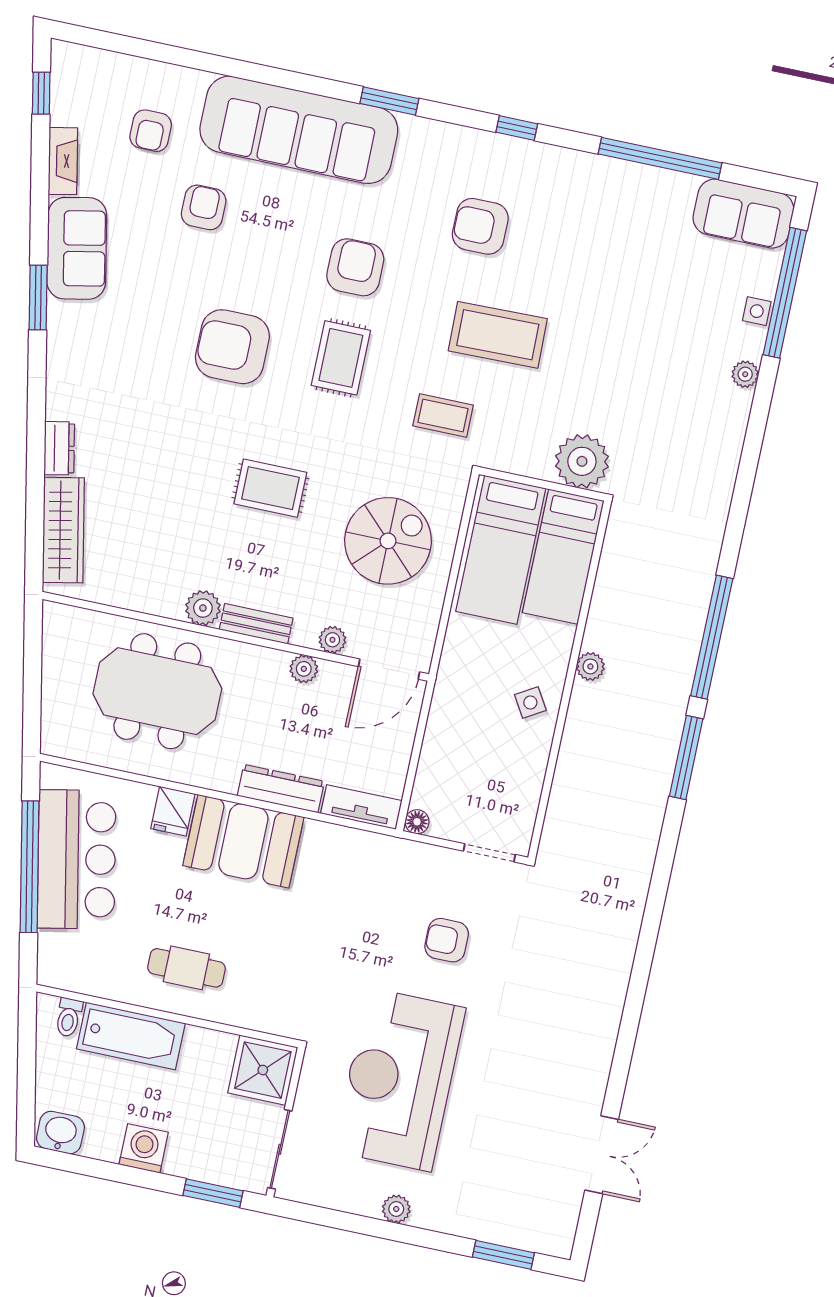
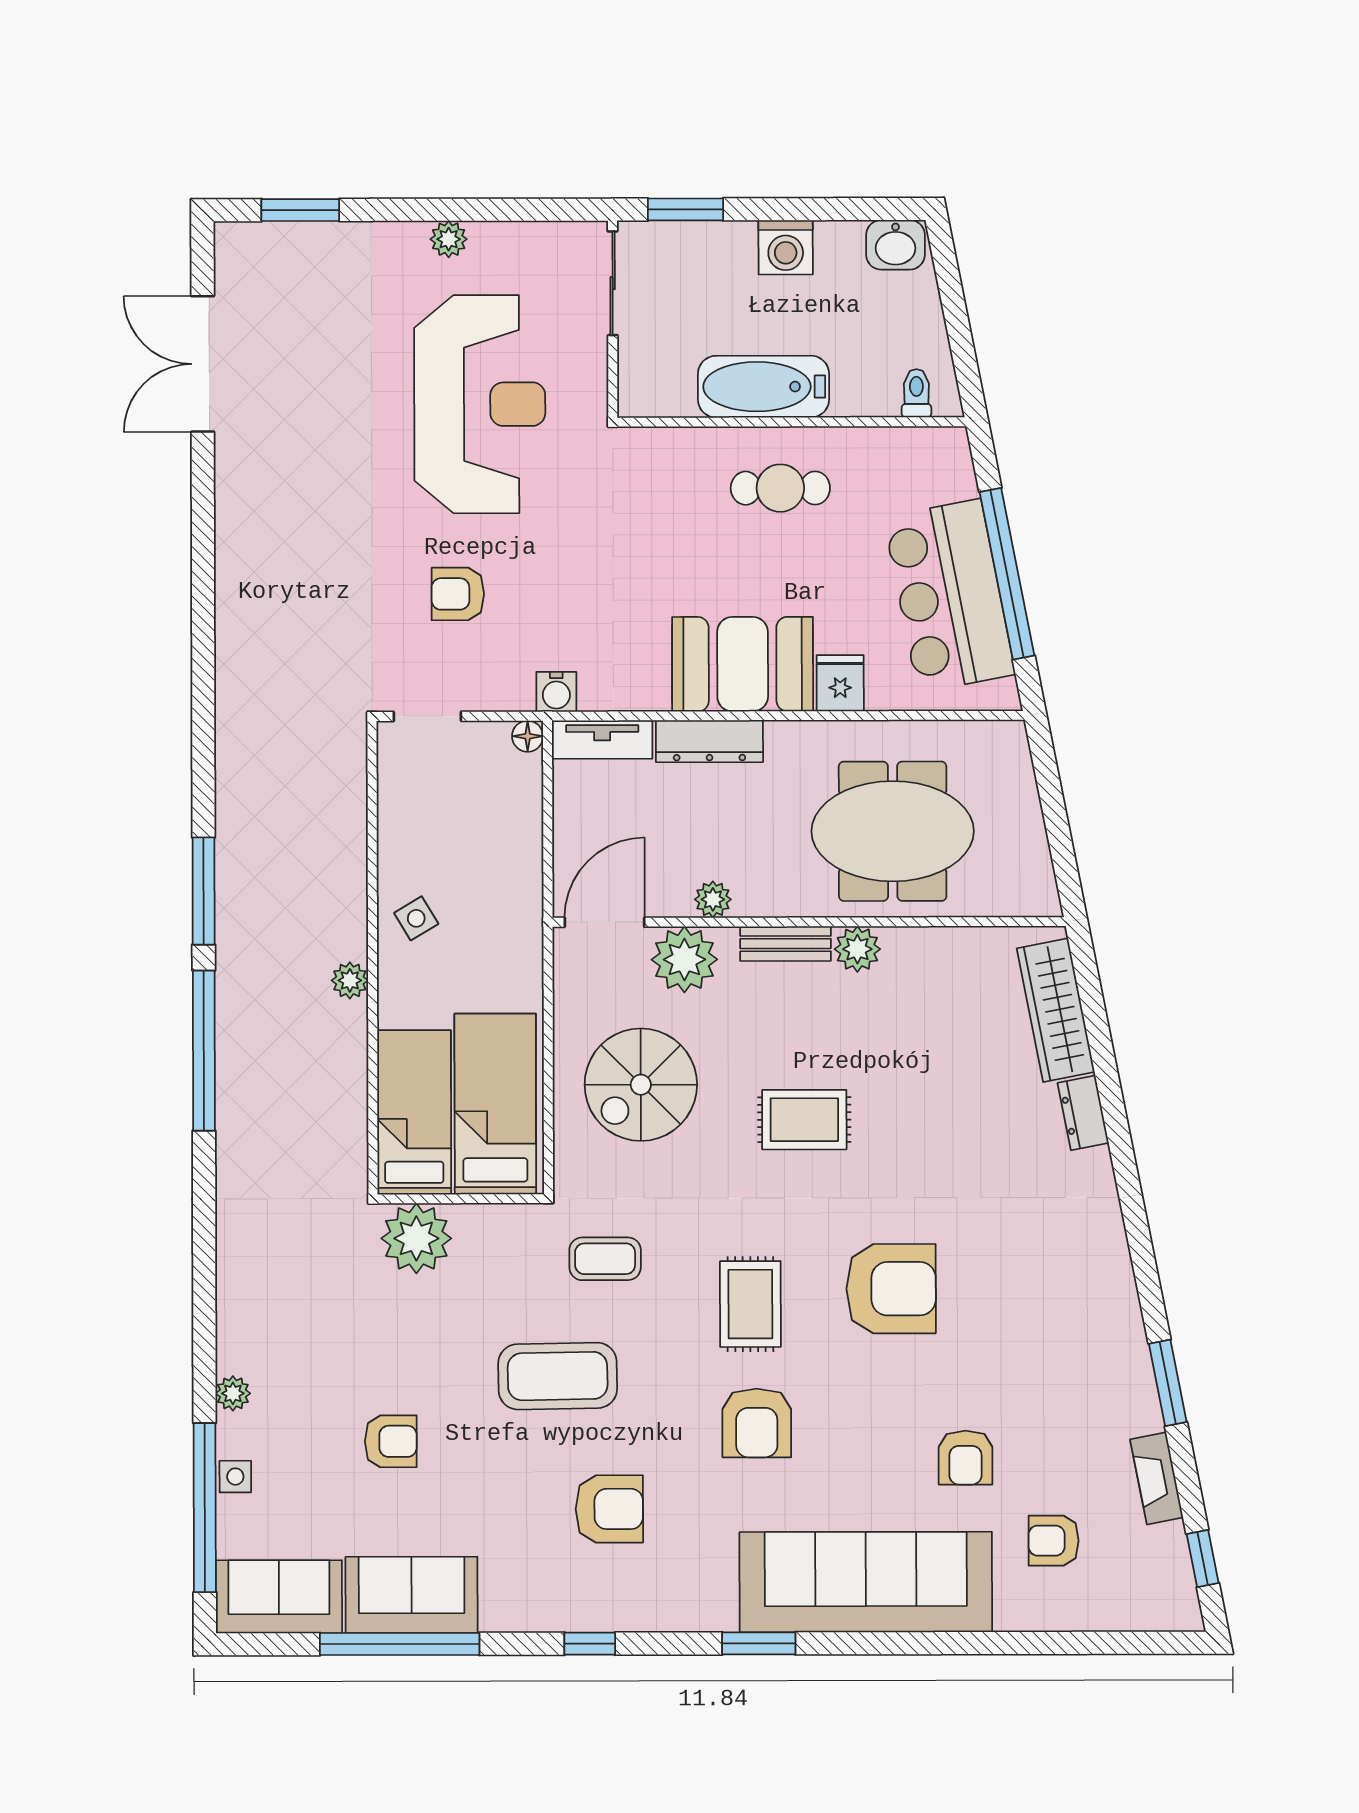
armchair: (151, 131) -> (1054, 1541), turned -90
sofa: (77, 248) -> (412, 1595), moved, turned 101
window: (38, 298) -> (1168, 1383), moved
armchair: (634, 313) -> (391, 1441), added
plant: (332, 640) -> (684, 960), width x1.87, depth x1.87
water cooler: (388, 851) -> (556, 692), added
armchair: (447, 940) -> (458, 594), turned 180
bathtub: (131, 1036) -> (764, 387), moved
shower: (263, 1070) -> (656, 379), removed
double door: (602, 1155) -> (203, 364), width x1.37

